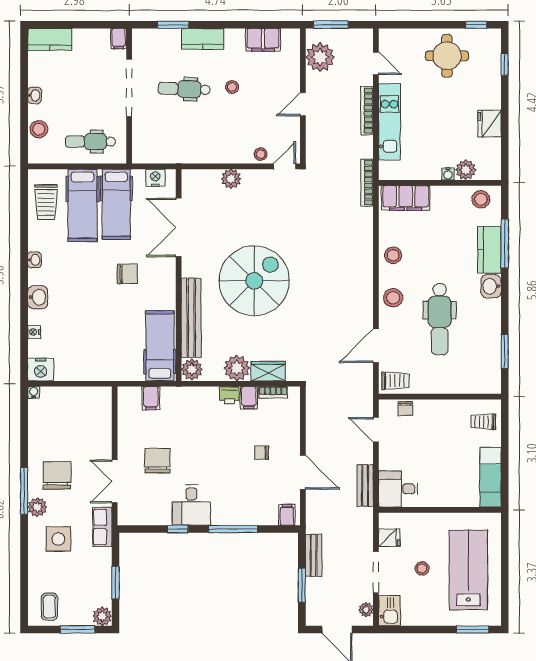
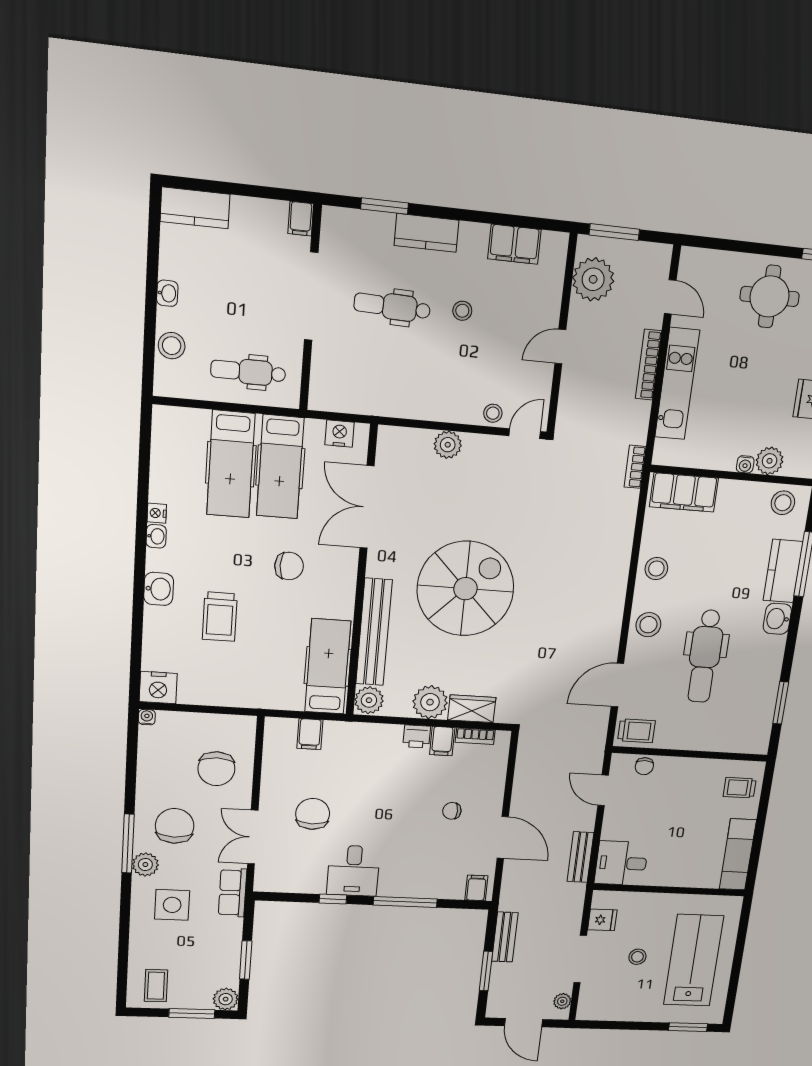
bookcase: (367, 183) -> (635, 467), width x0.64
trolley: (46, 202) -> (220, 617), moved
nightstand: (34, 332) -> (157, 513), moved
chair: (85, 429) -> (216, 769), added
kitchen sink: (390, 611) -> (591, 1003), removed

